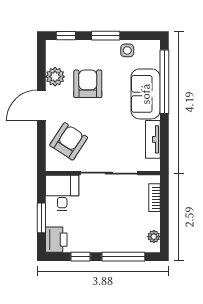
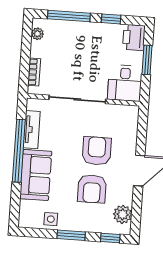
plant: (55, 77) -> (123, 214), moved
window: (164, 82) -> (19, 151), moved
armchair: (69, 141) -> (97, 151), moved, turned 147

